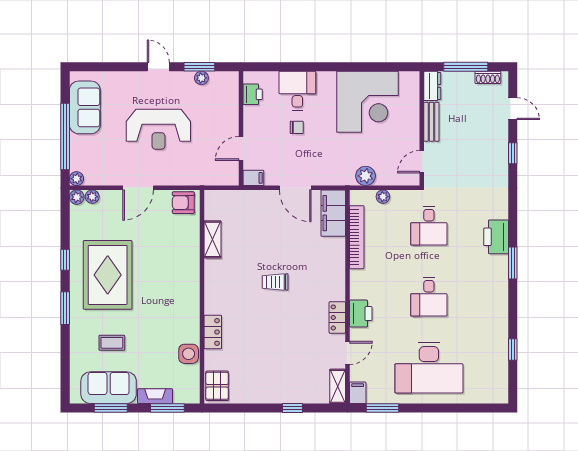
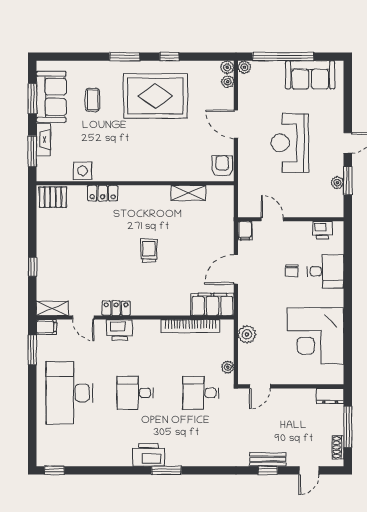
bench: (431, 122) -> (268, 459), moved
door: (422, 162) -> (260, 386), swing flipped
plant: (383, 197) -> (228, 367), moved
printer: (496, 237) -> (149, 455), moved
window: (513, 350) -> (54, 470), moved

